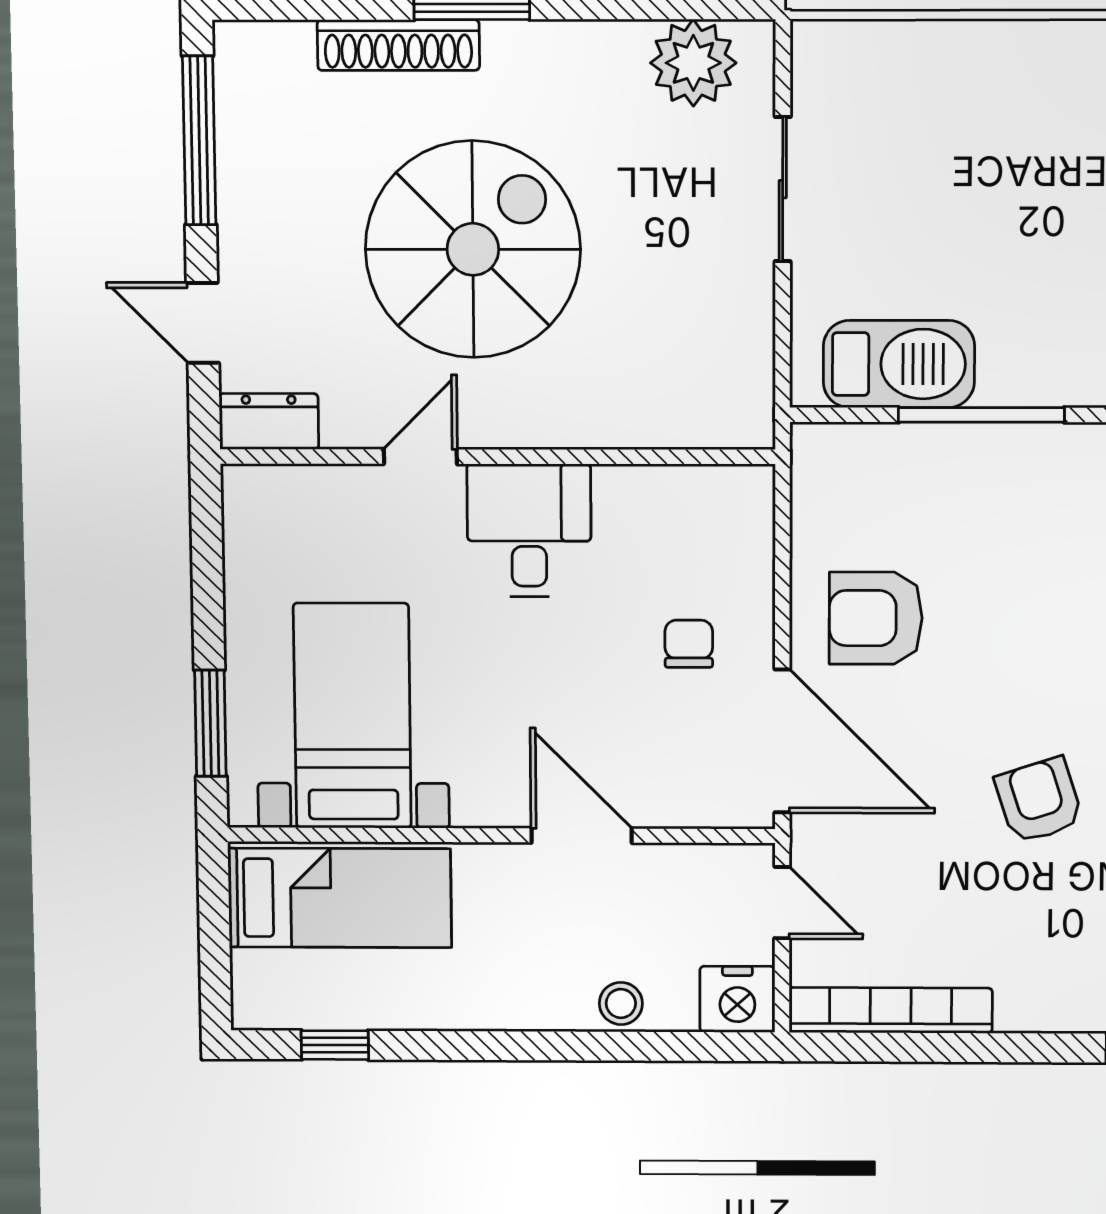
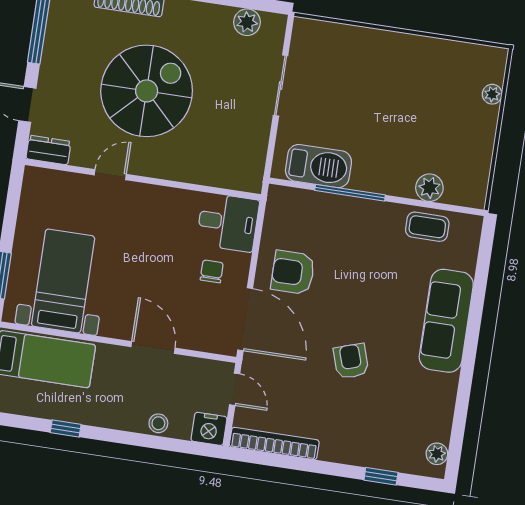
plant: (693, 63) -> (247, 22), width x0.73, depth x0.73
desk: (529, 530) -> (228, 222), moved, turned 90
window: (335, 1045) -> (66, 429), moved

